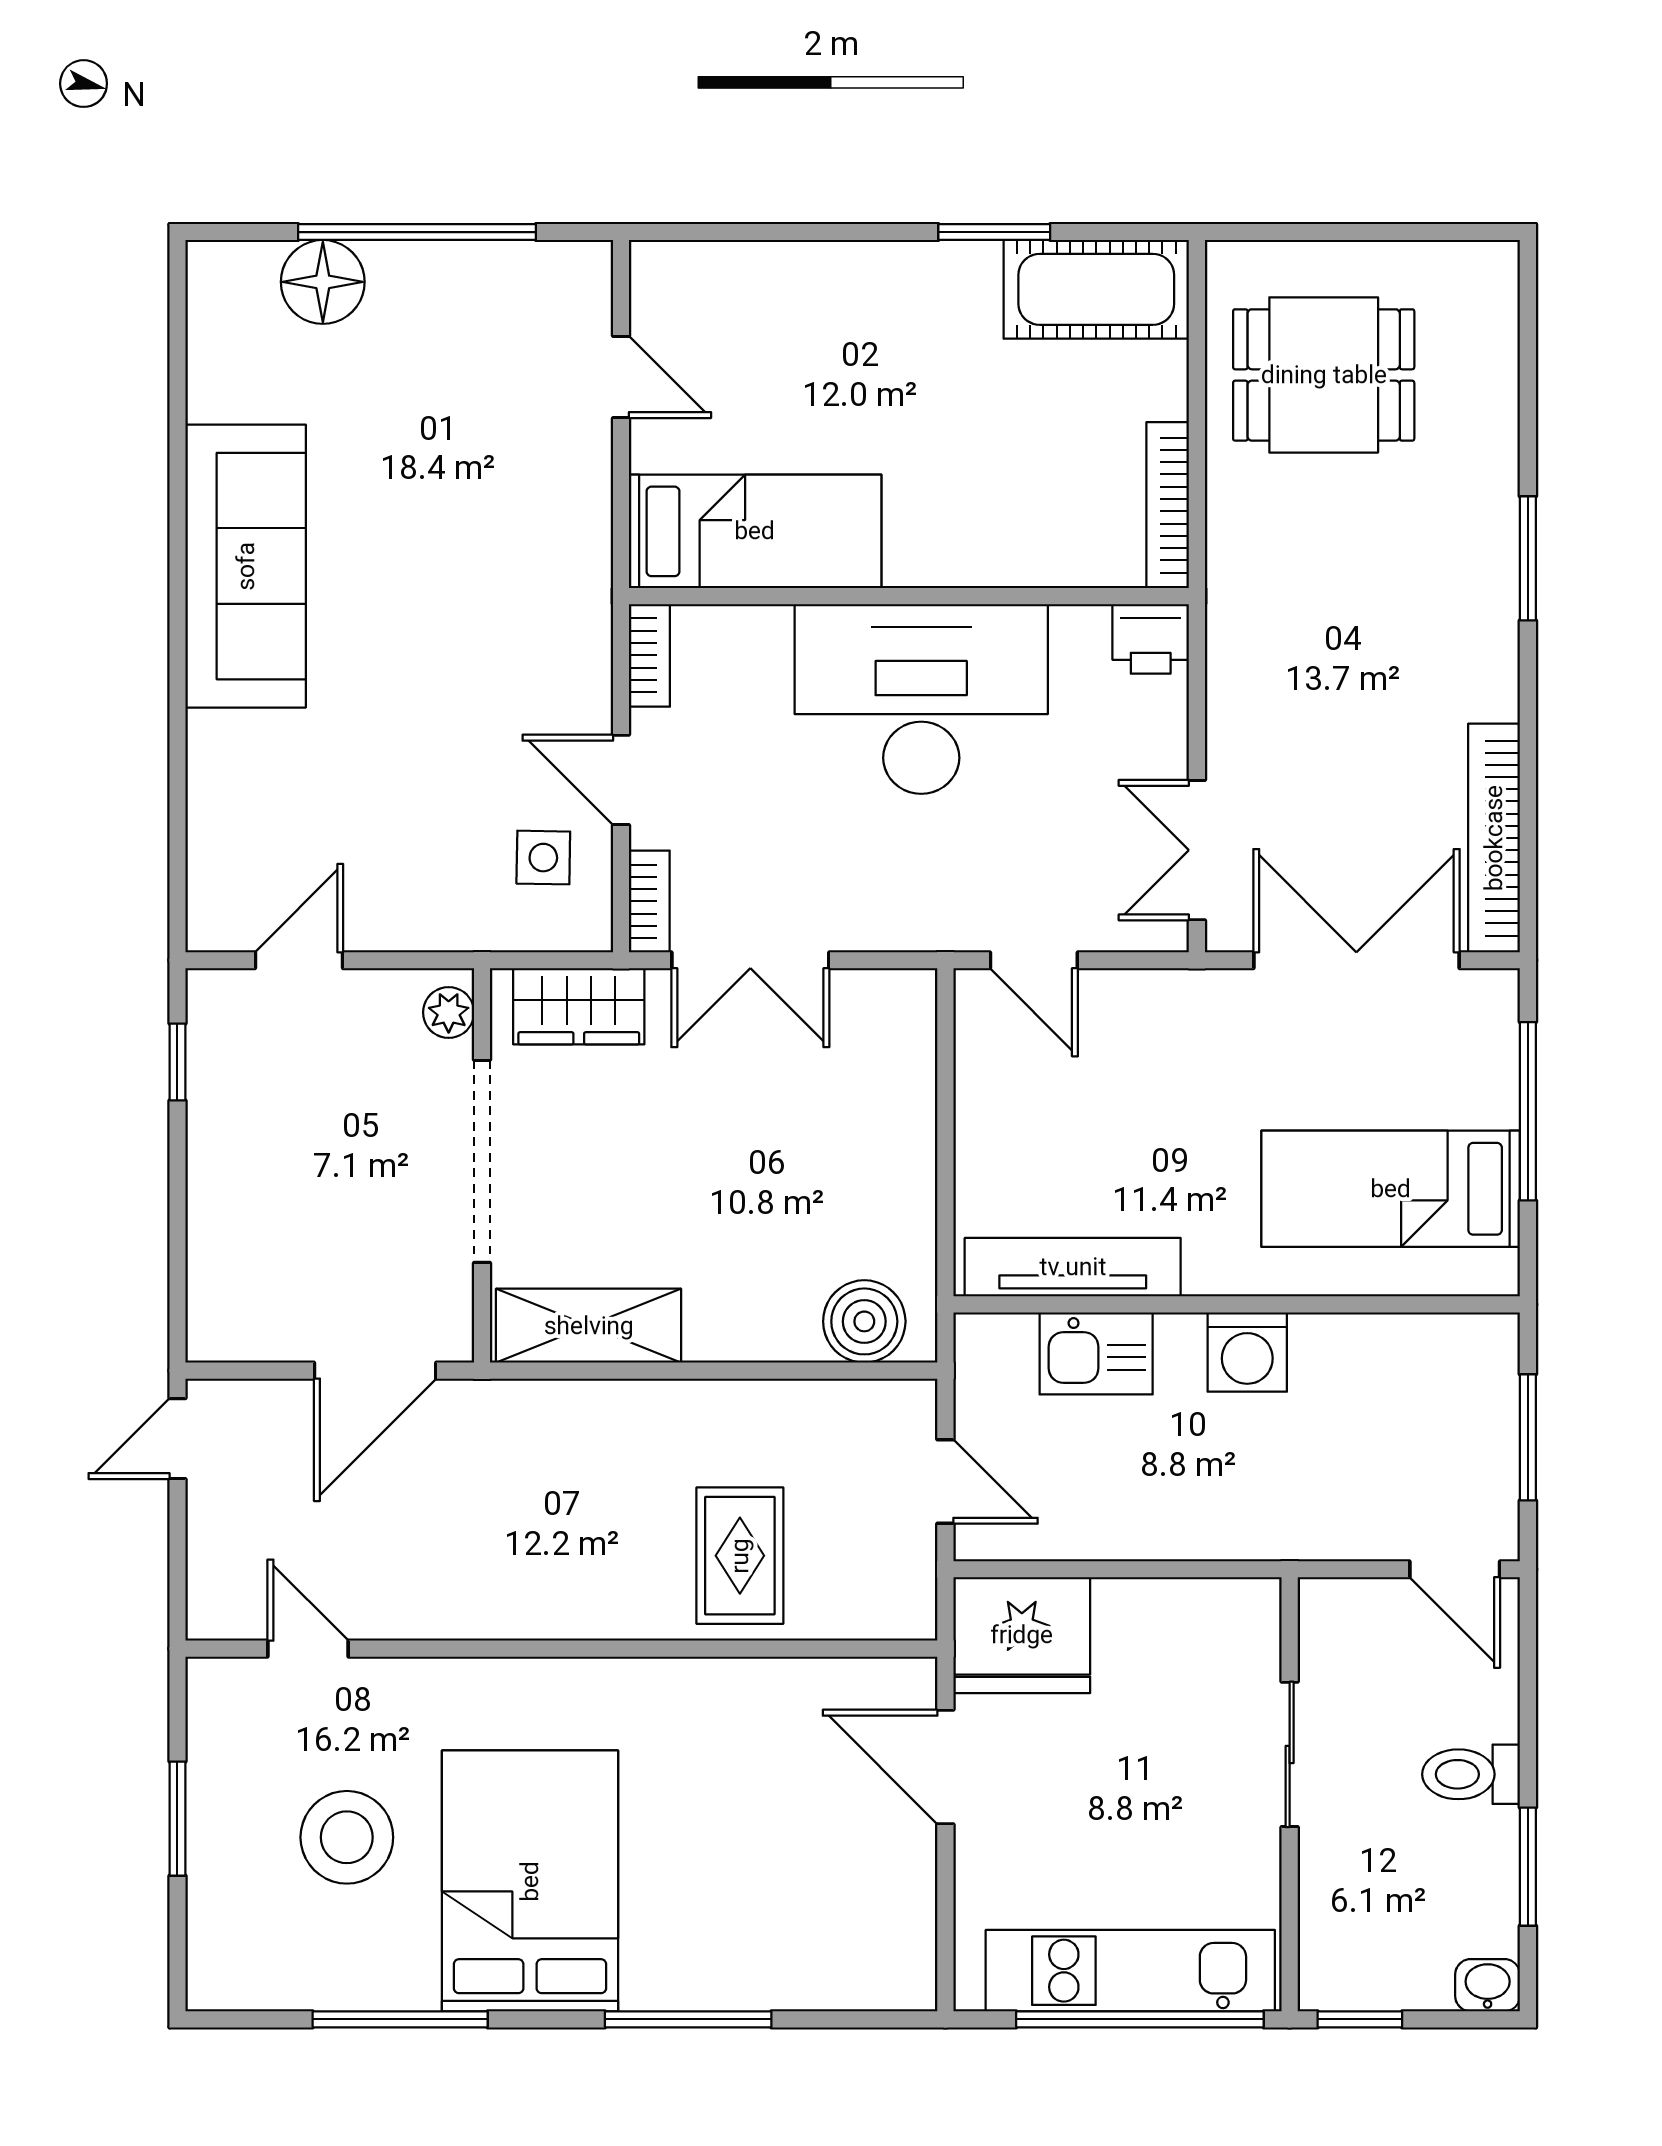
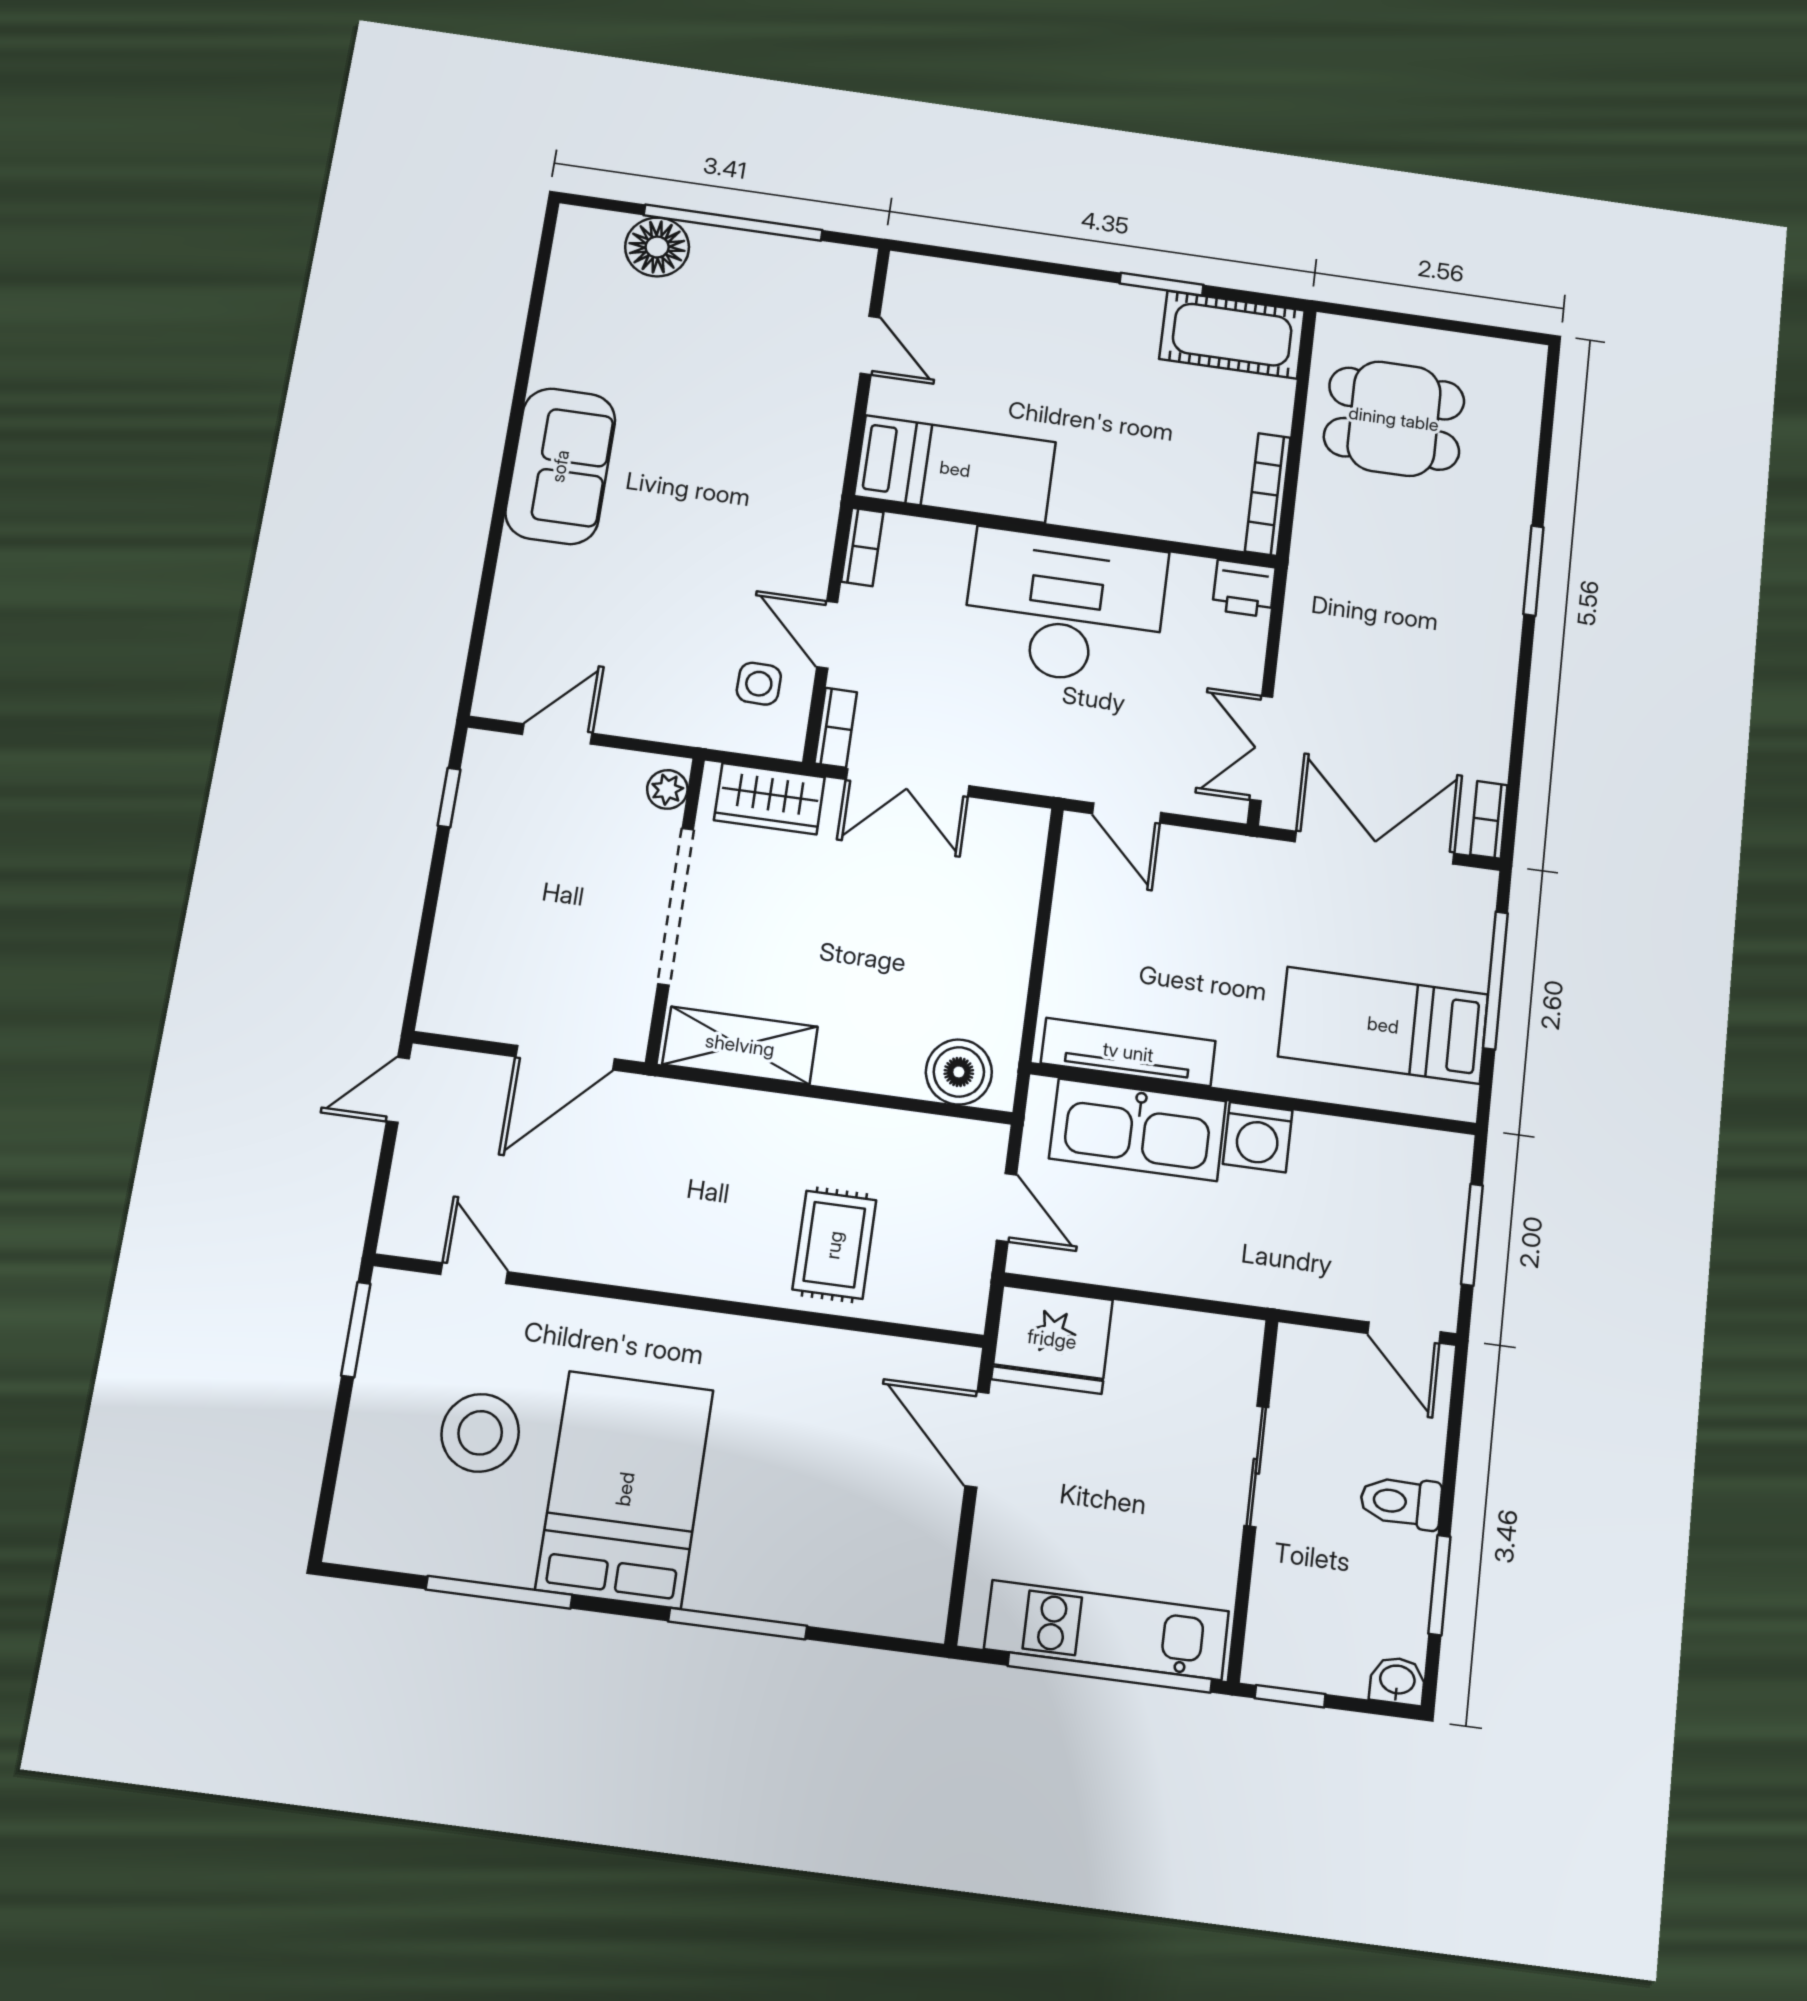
sofa: (246, 566) -> (560, 466), width x0.73
bookcase: (1494, 838) -> (1489, 820), width x0.43, depth x0.76
kitchen sink: (1096, 1353) -> (1138, 1130), width x1.88, depth x1.24
window: (177, 1819) -> (356, 1330), moved

